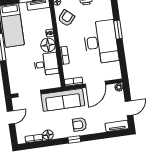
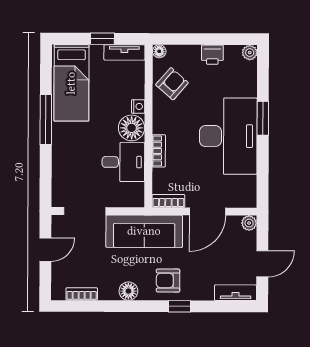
floor lamp: (48, 135) -> (128, 291), moved
window: (74, 139) -> (179, 306), moved

